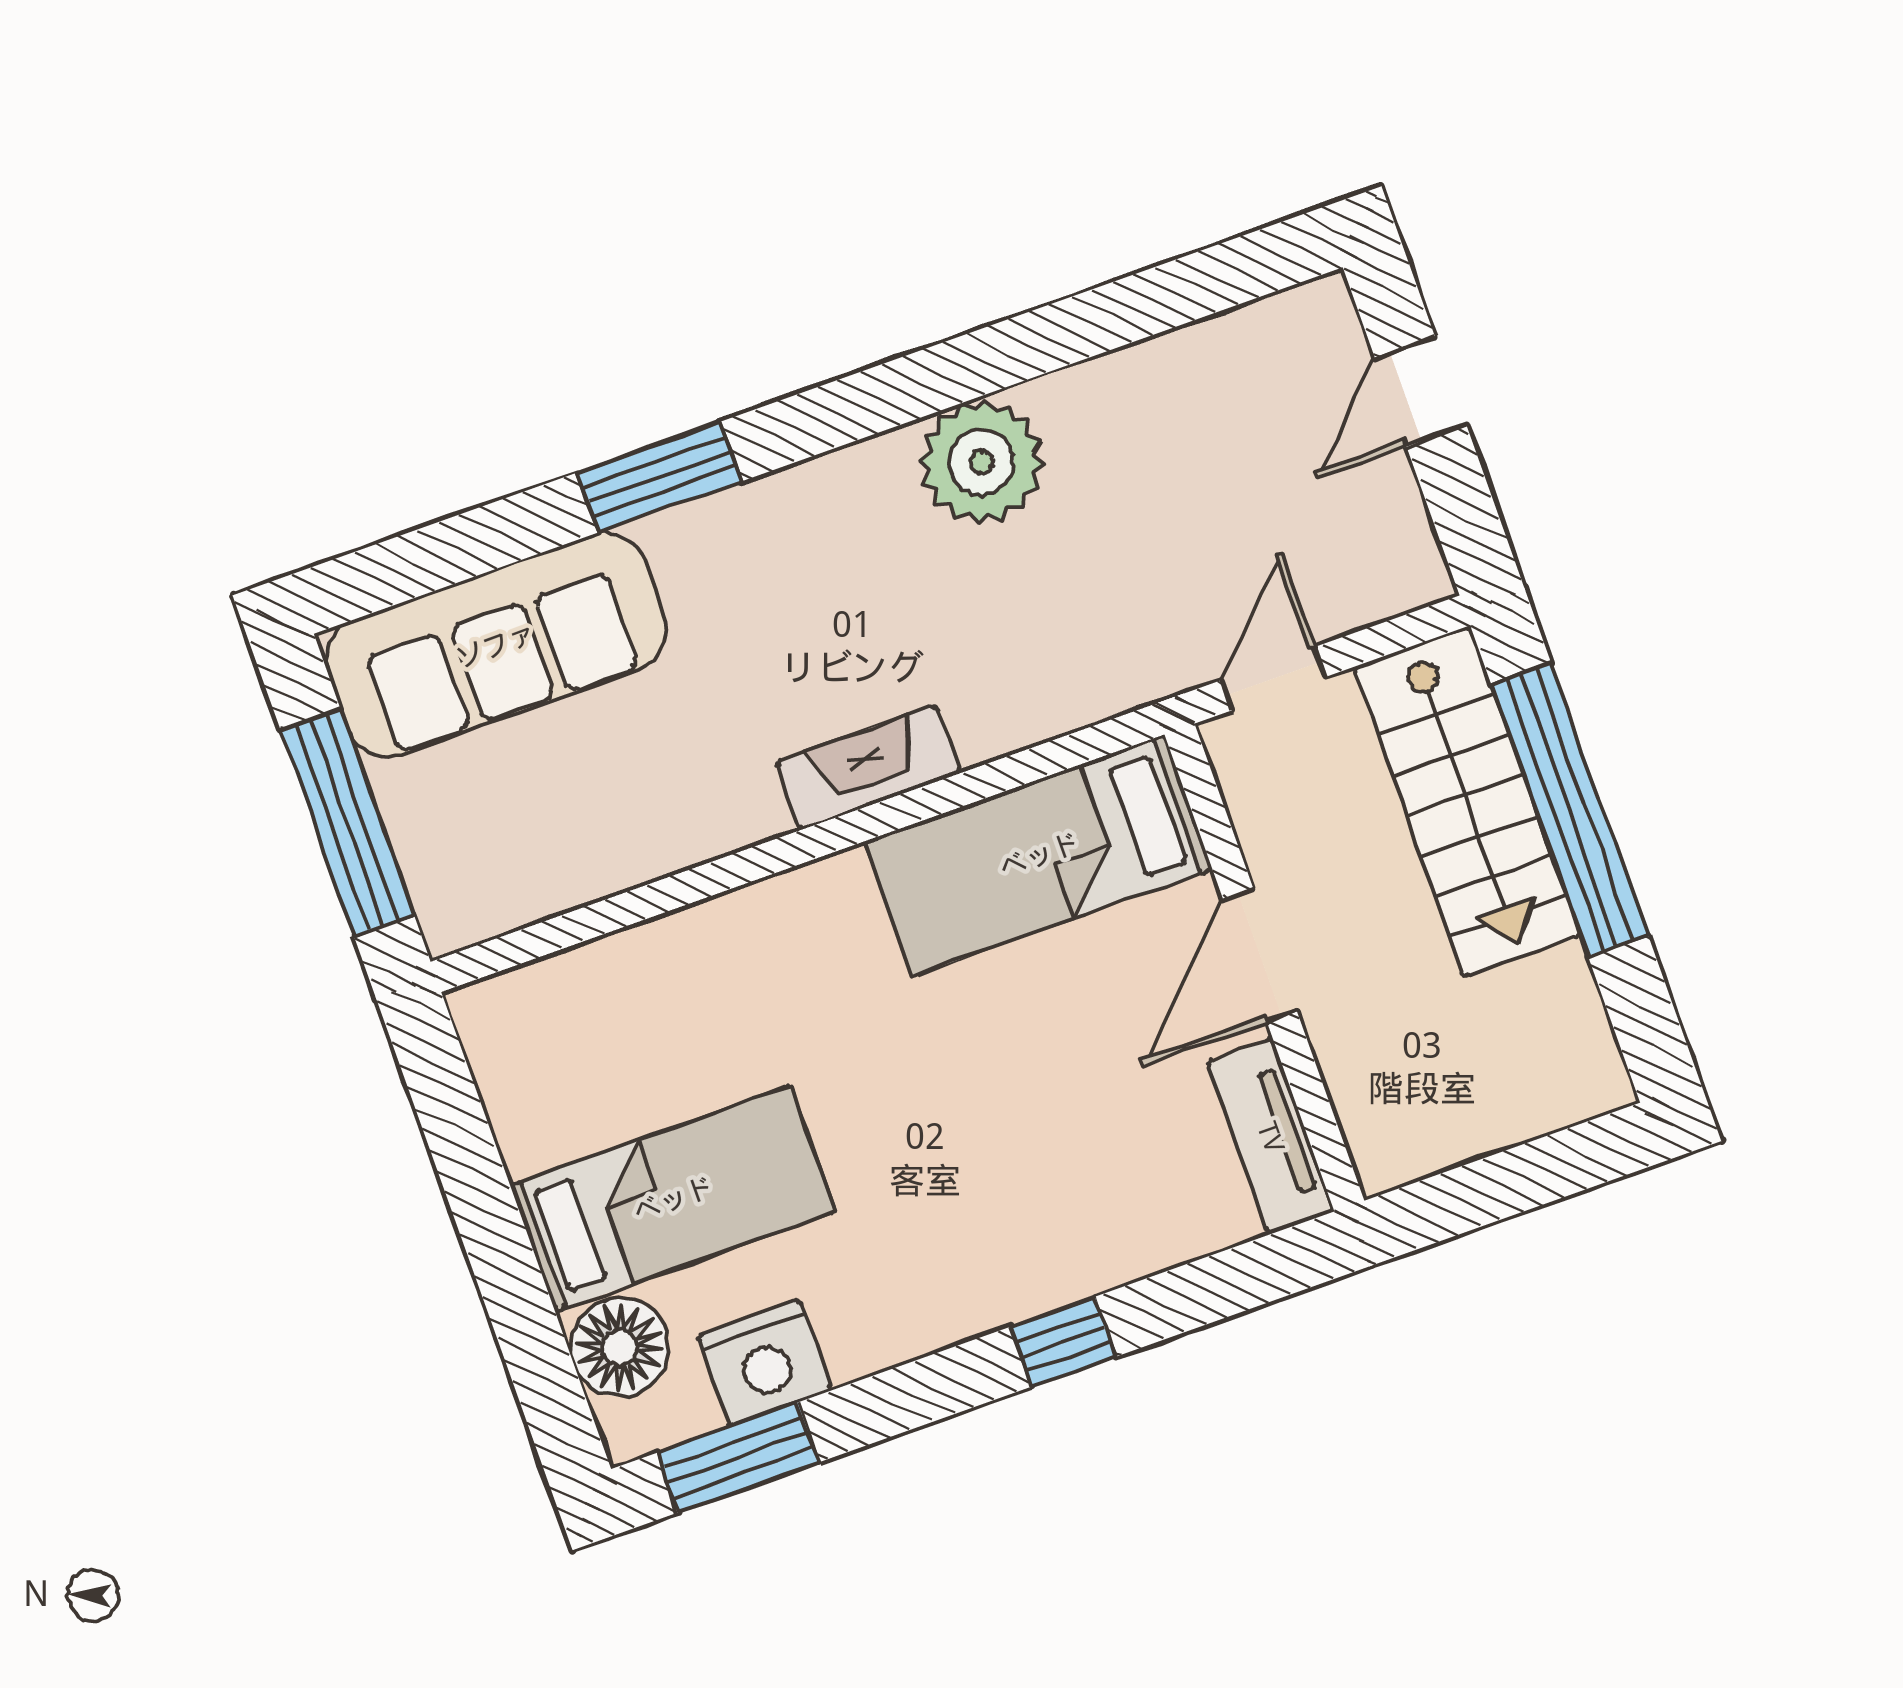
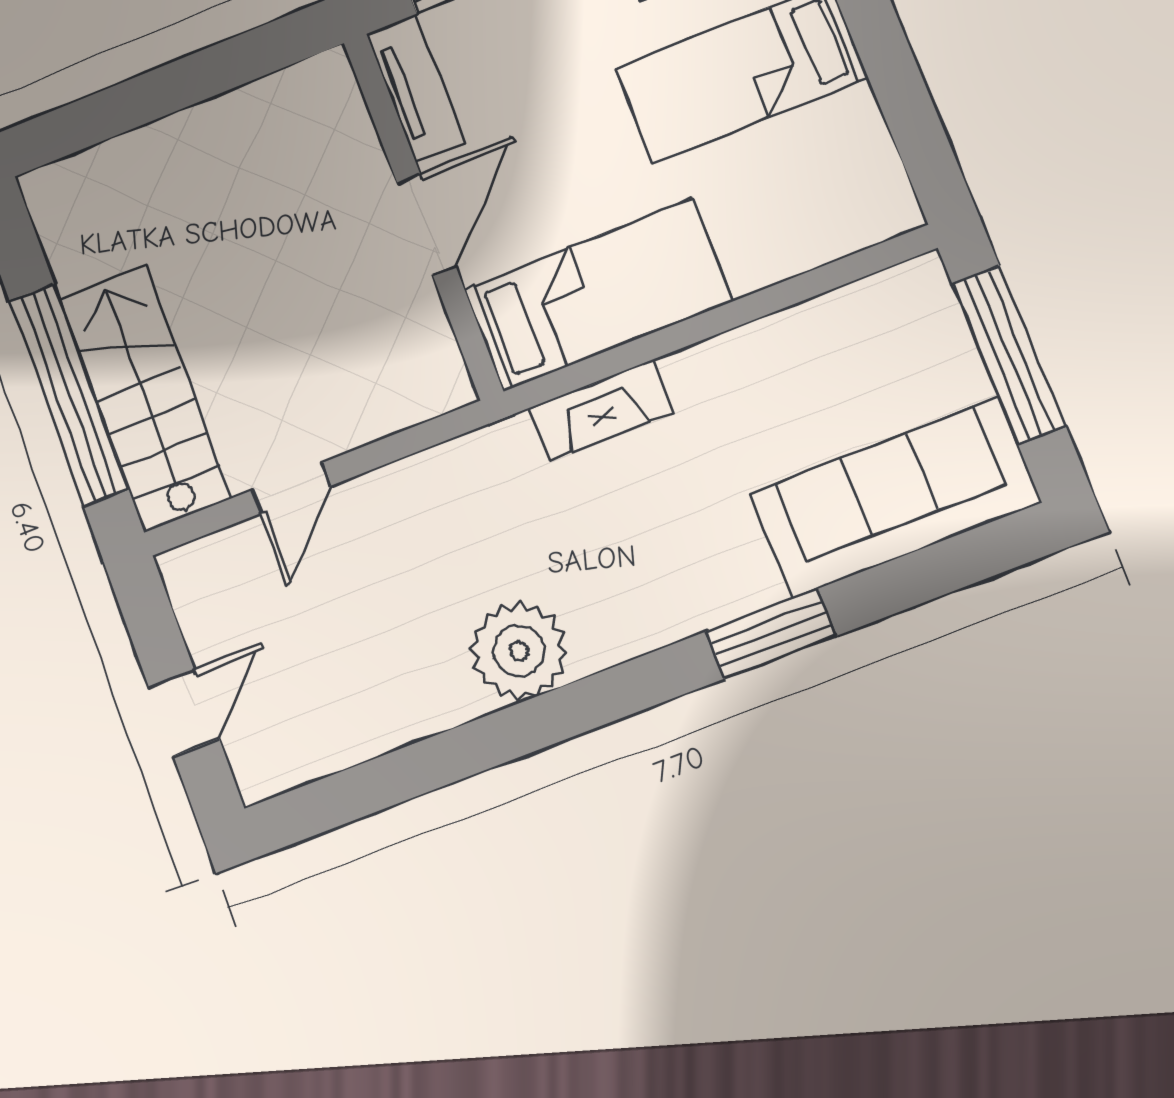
bed: (1039, 855) -> (598, 295), moved
door: (1260, 955) -> (427, 225), moved
wall: (1264, 968) -> (423, 216), moved
tv unit: (1271, 1137) -> (415, 88), moved

